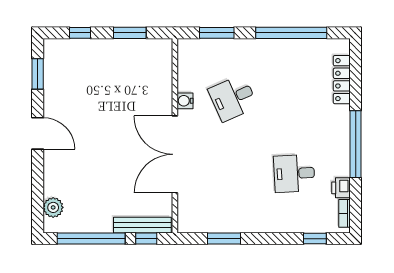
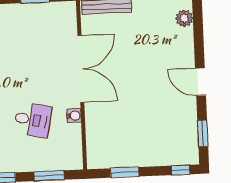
window: (80, 33) -> (181, 170), moved
desk: (233, 98) -> (33, 120), turned 36

